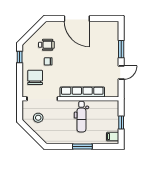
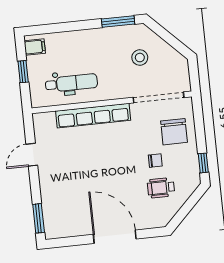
window: (121, 49) -> (39, 218), moved
dental chair: (81, 117) -> (71, 83), moved, turned 90
stool: (38, 118) -> (140, 58), moved
window: (82, 146) -> (118, 21), moved

